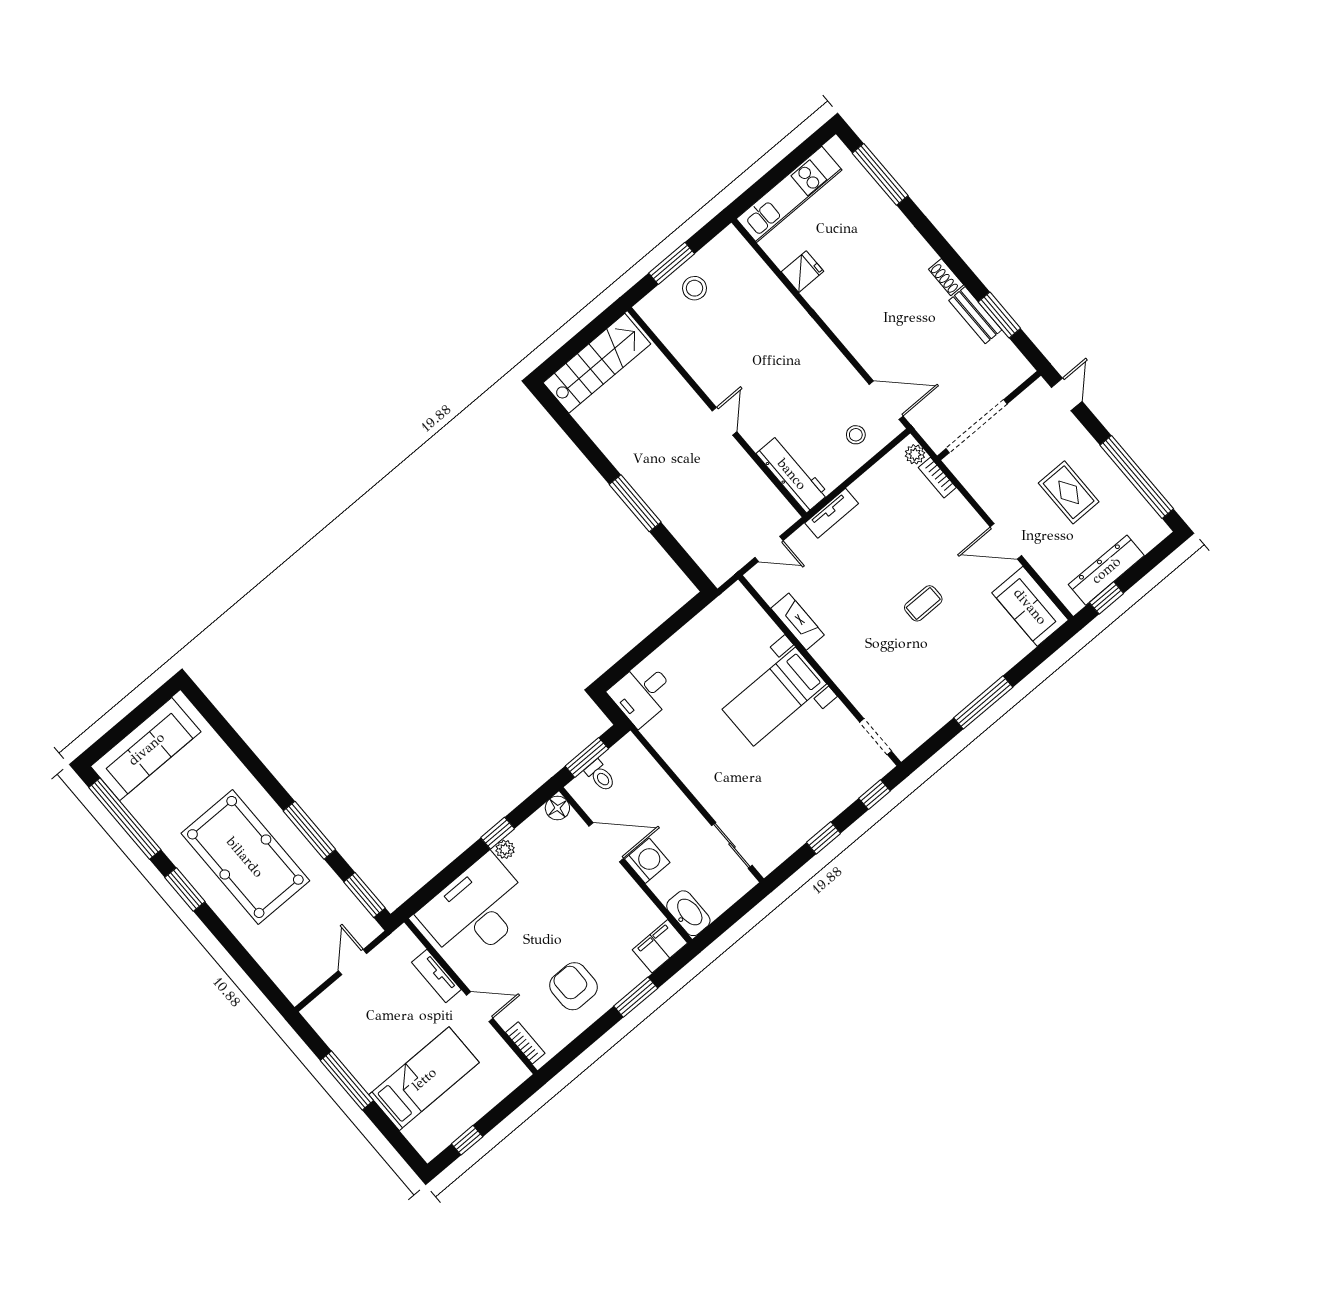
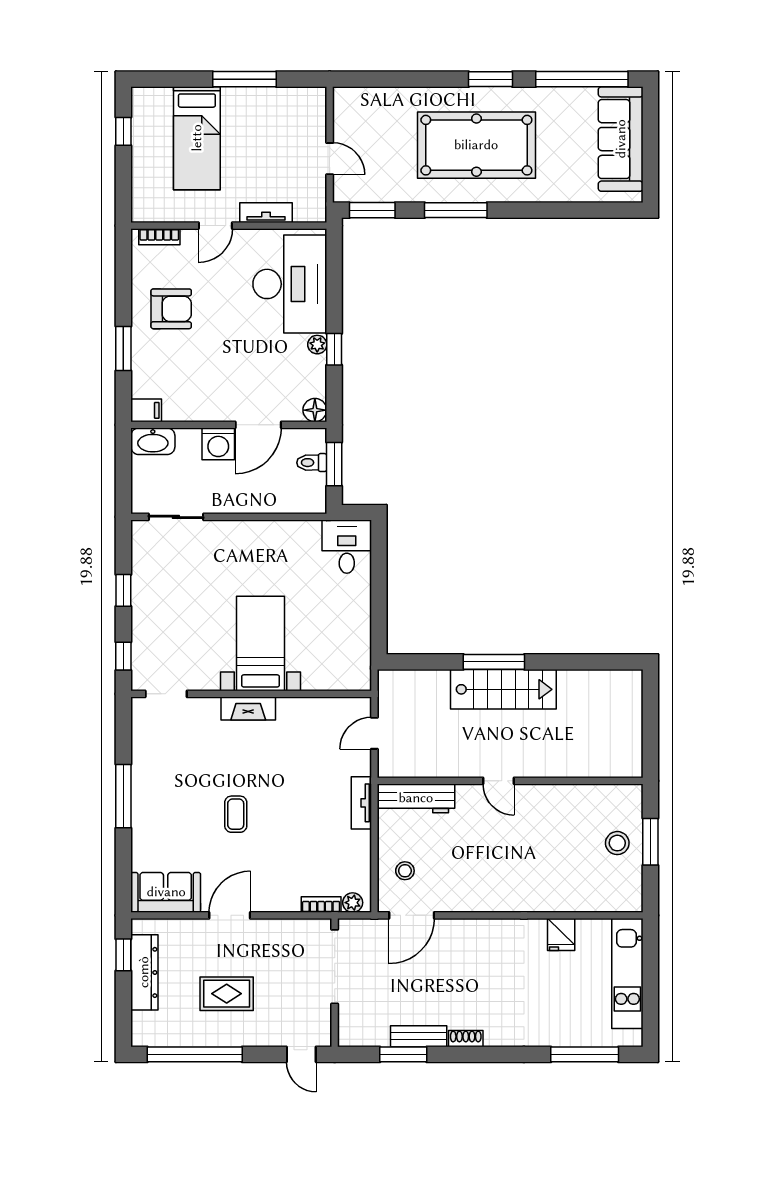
stairs: (597, 363) -> (503, 689), moved, turned -90
fireplace: (798, 622) -> (248, 708), moved
filing cabinet: (660, 946) -> (146, 410), width x0.50

